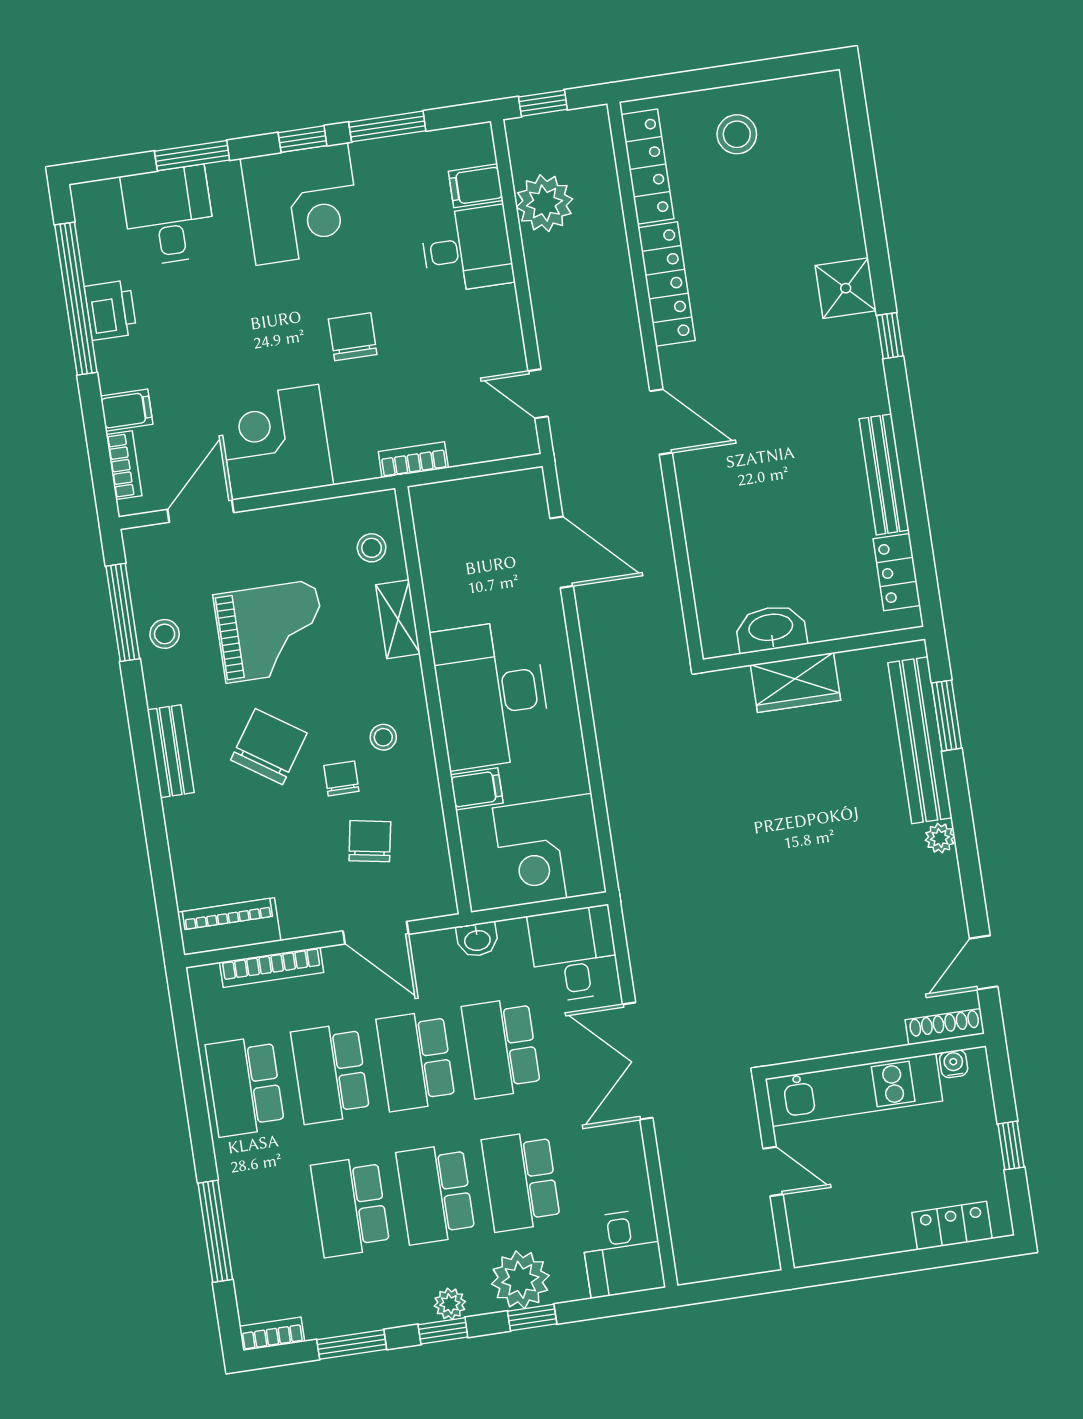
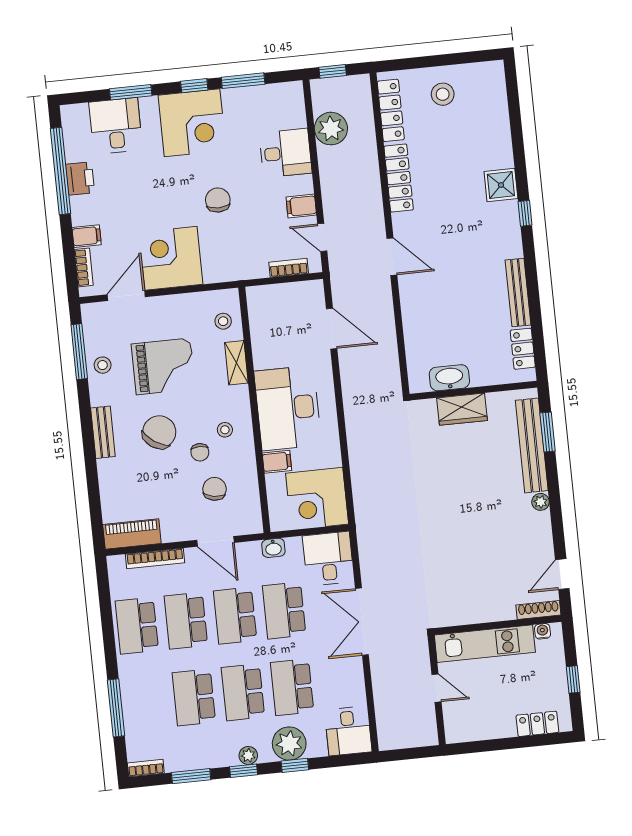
filing cabinet: (476, 186) -> (301, 206), moved
bookcase: (413, 460) -> (289, 268), moved
chair: (341, 778) -> (200, 452), turned 180

